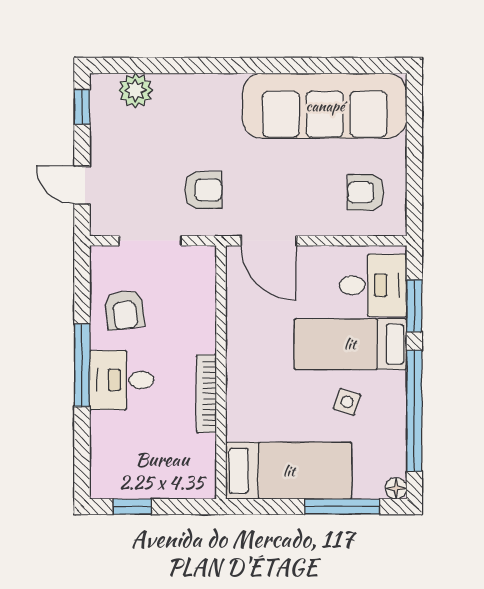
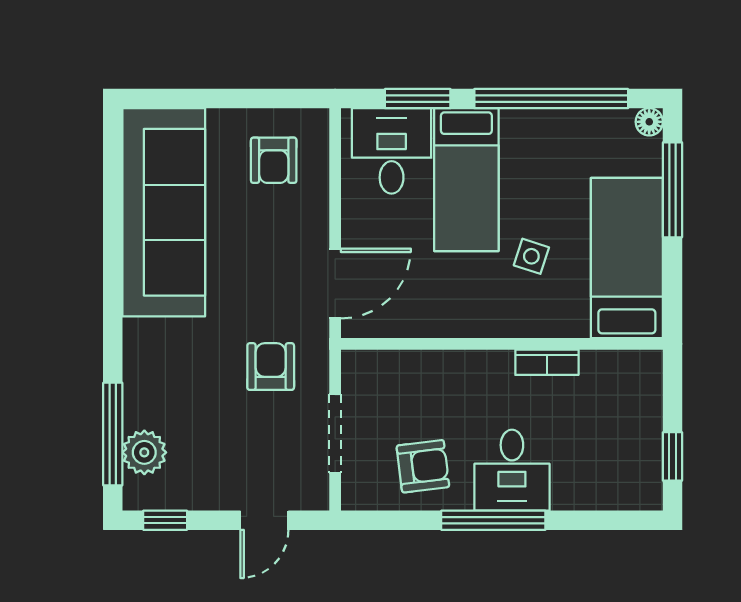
window: (150, 66) -> (113, 434), added
bookcase: (206, 394) -> (547, 362), width x0.64
side table: (347, 402) -> (531, 256), moved

